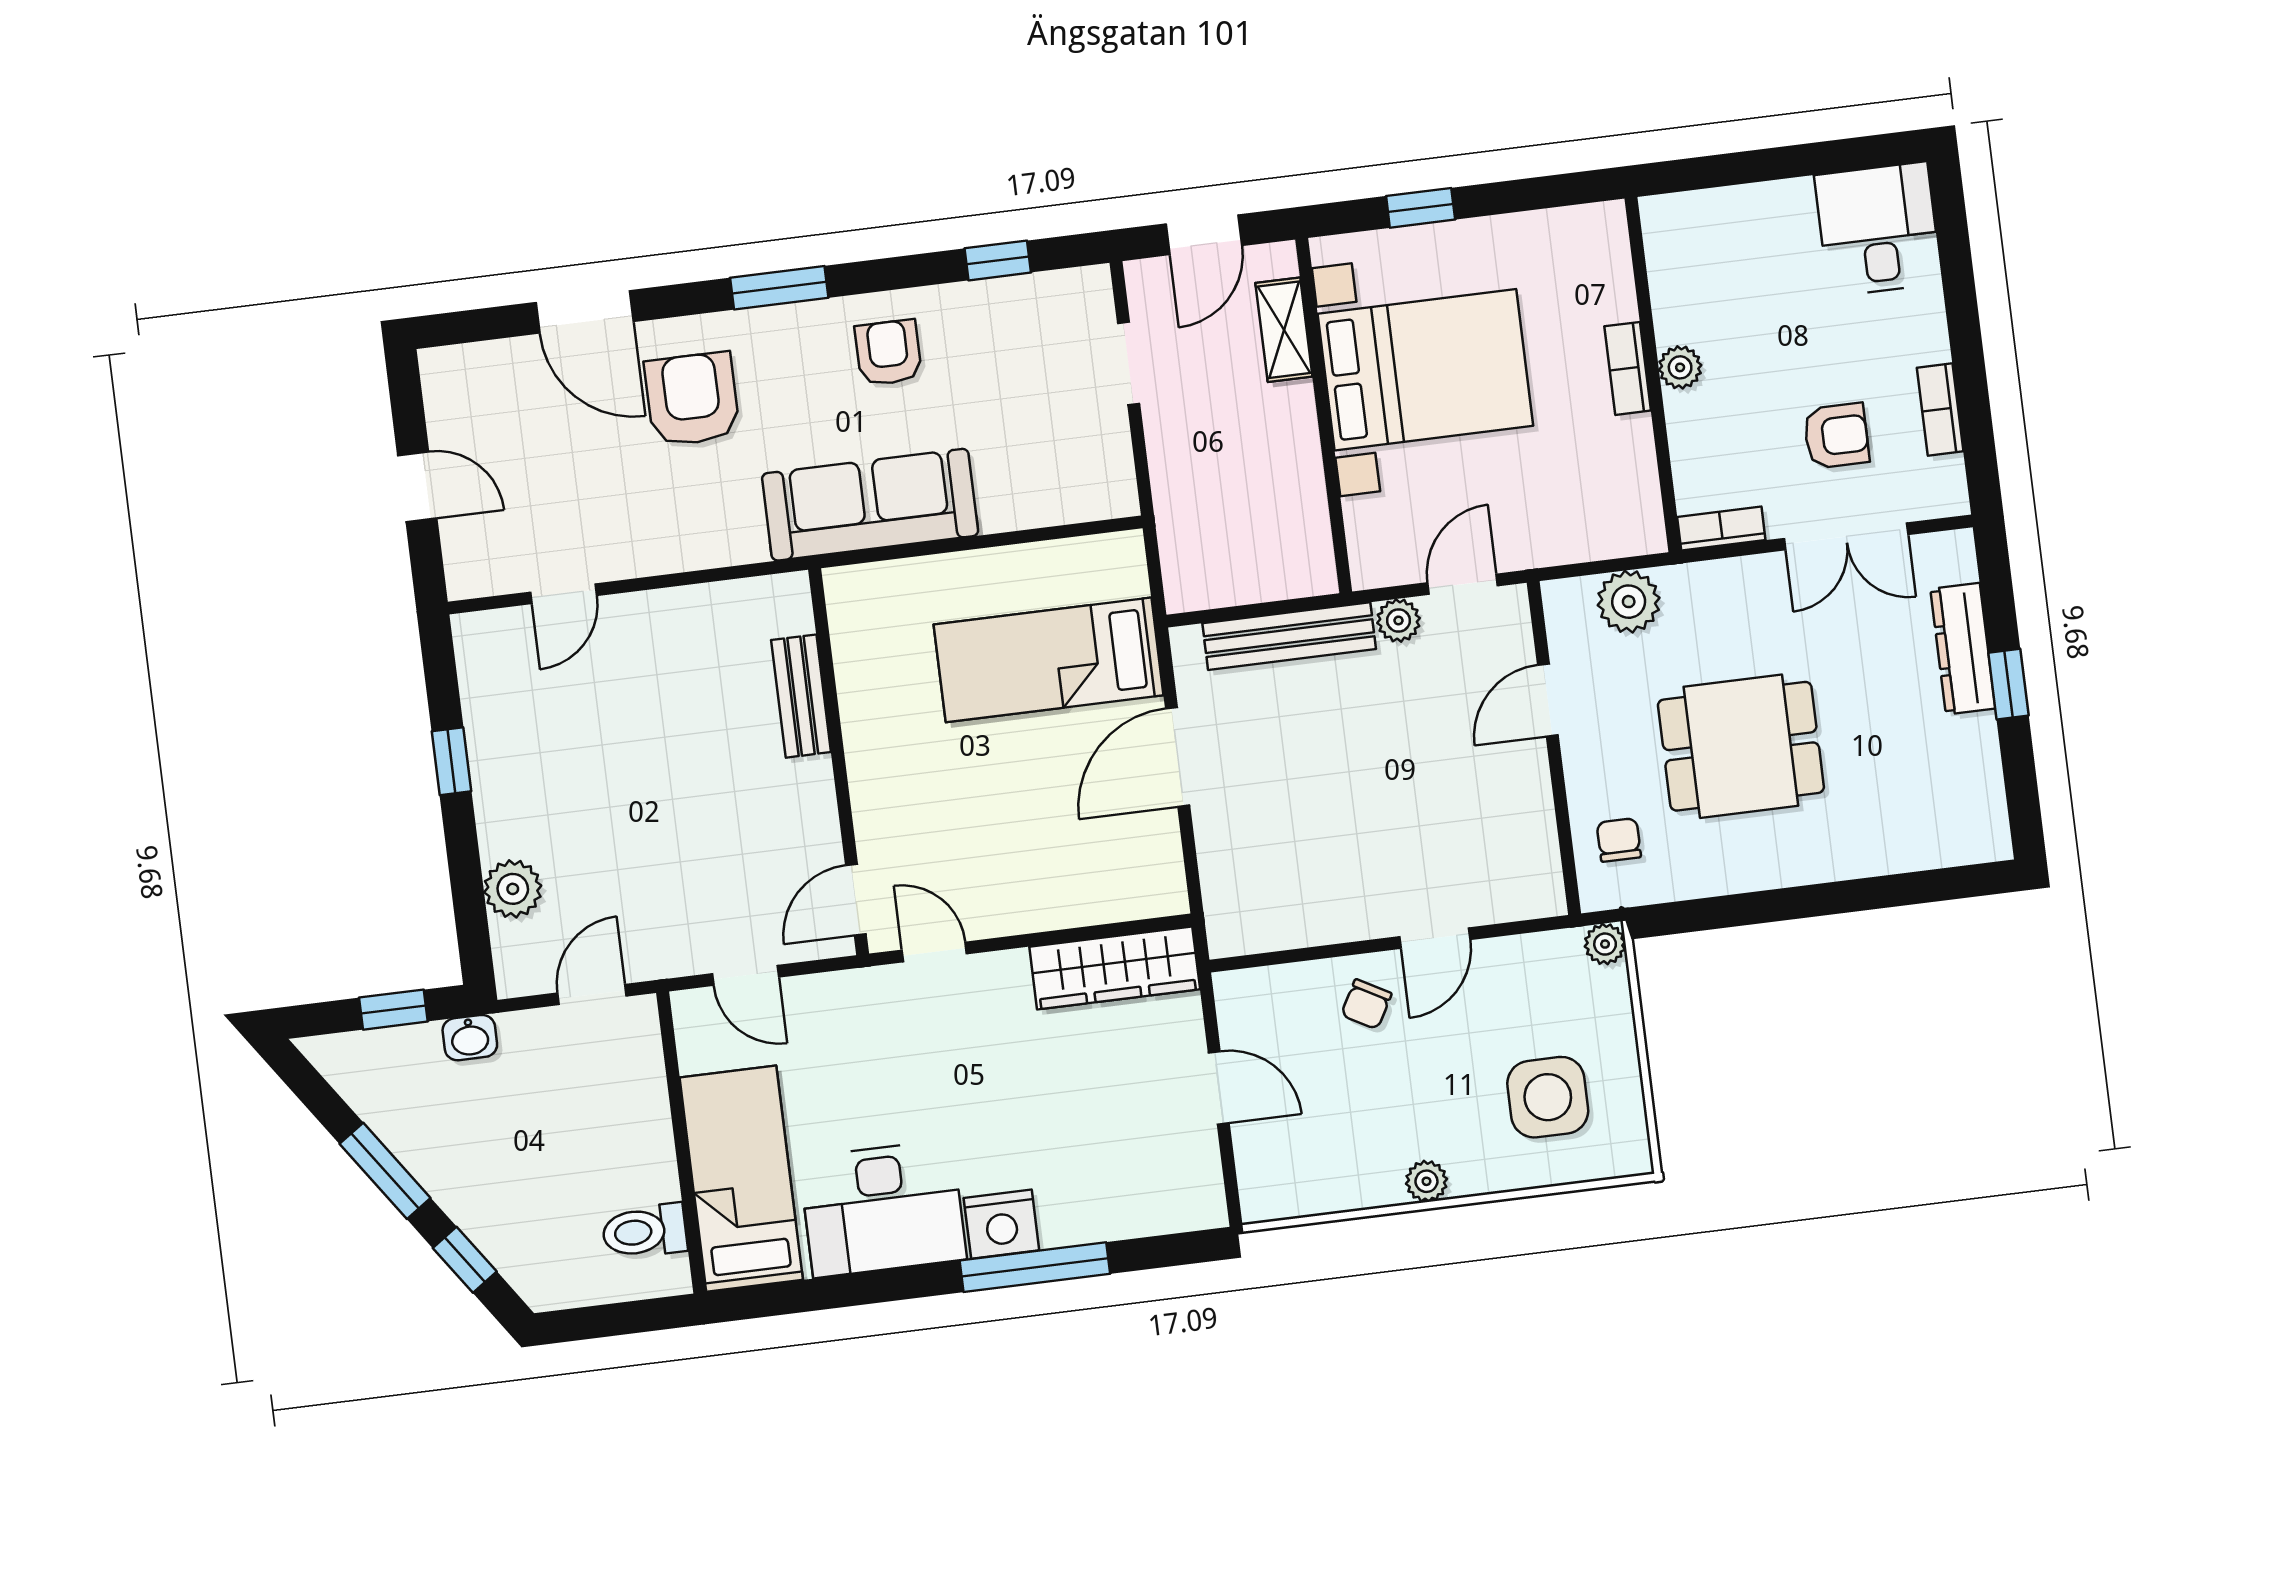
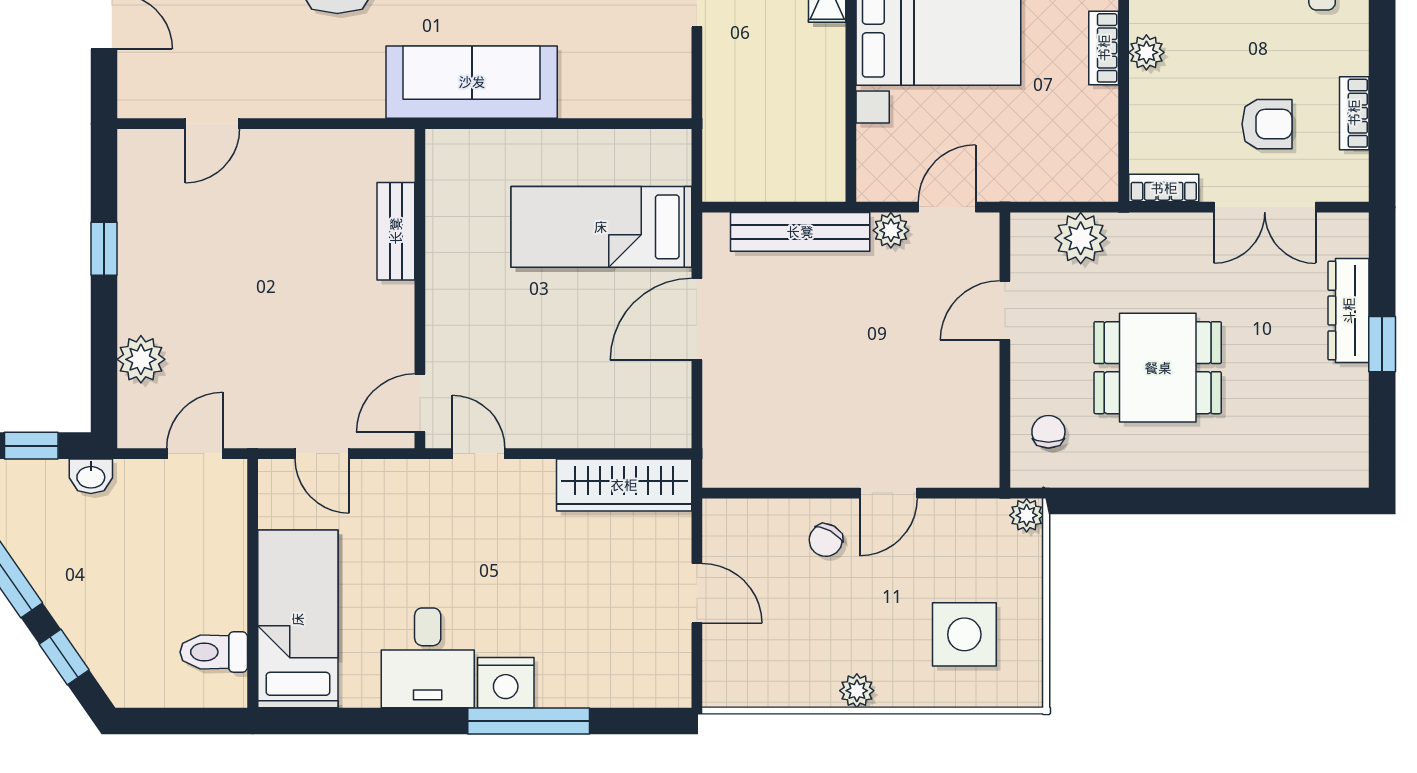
desk: (883, 1209) -> (428, 658), width x0.73

